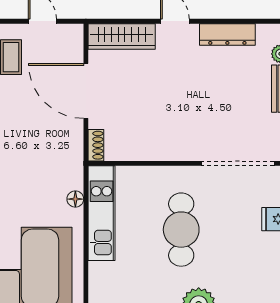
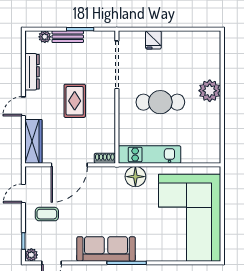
rug: (183, 99) -> (75, 101), added
floor lamp: (75, 199) -> (135, 177), width x1.89, depth x1.89

